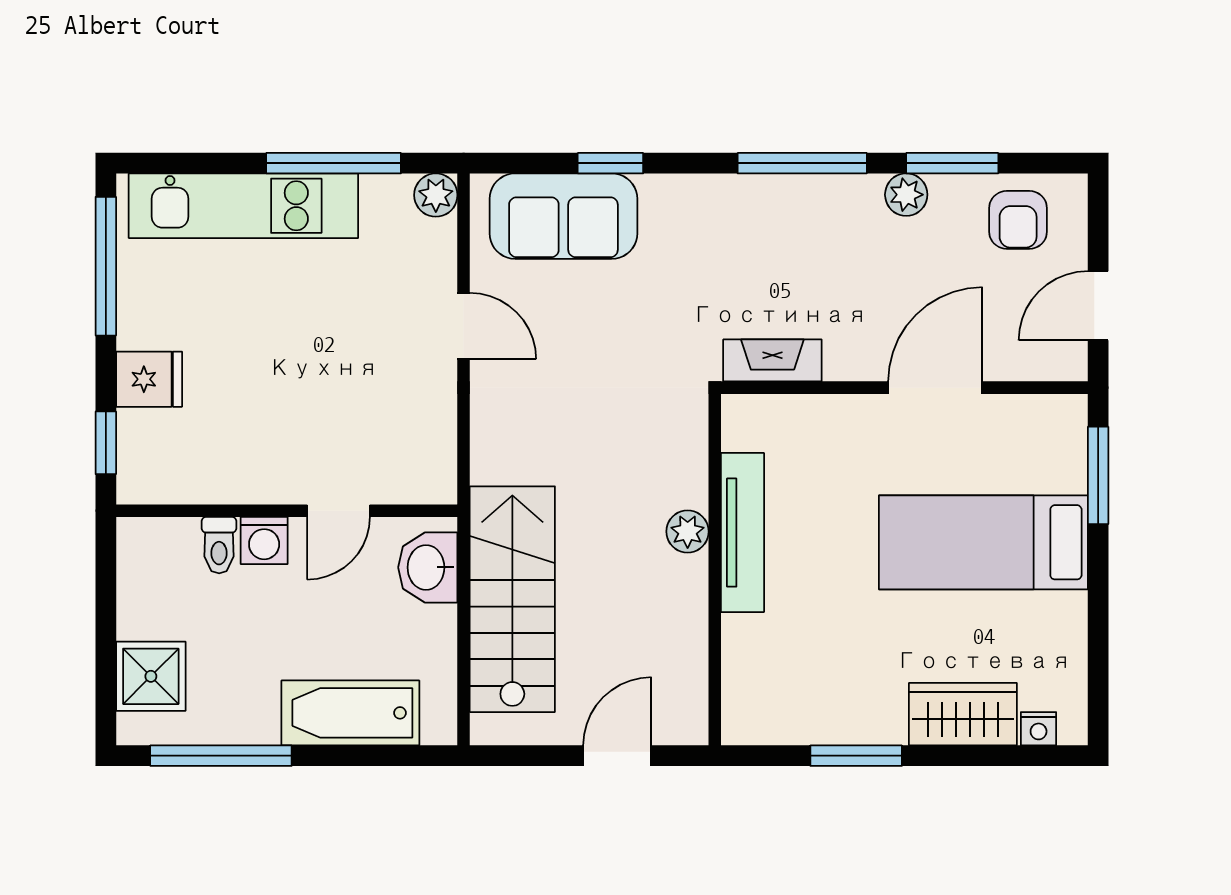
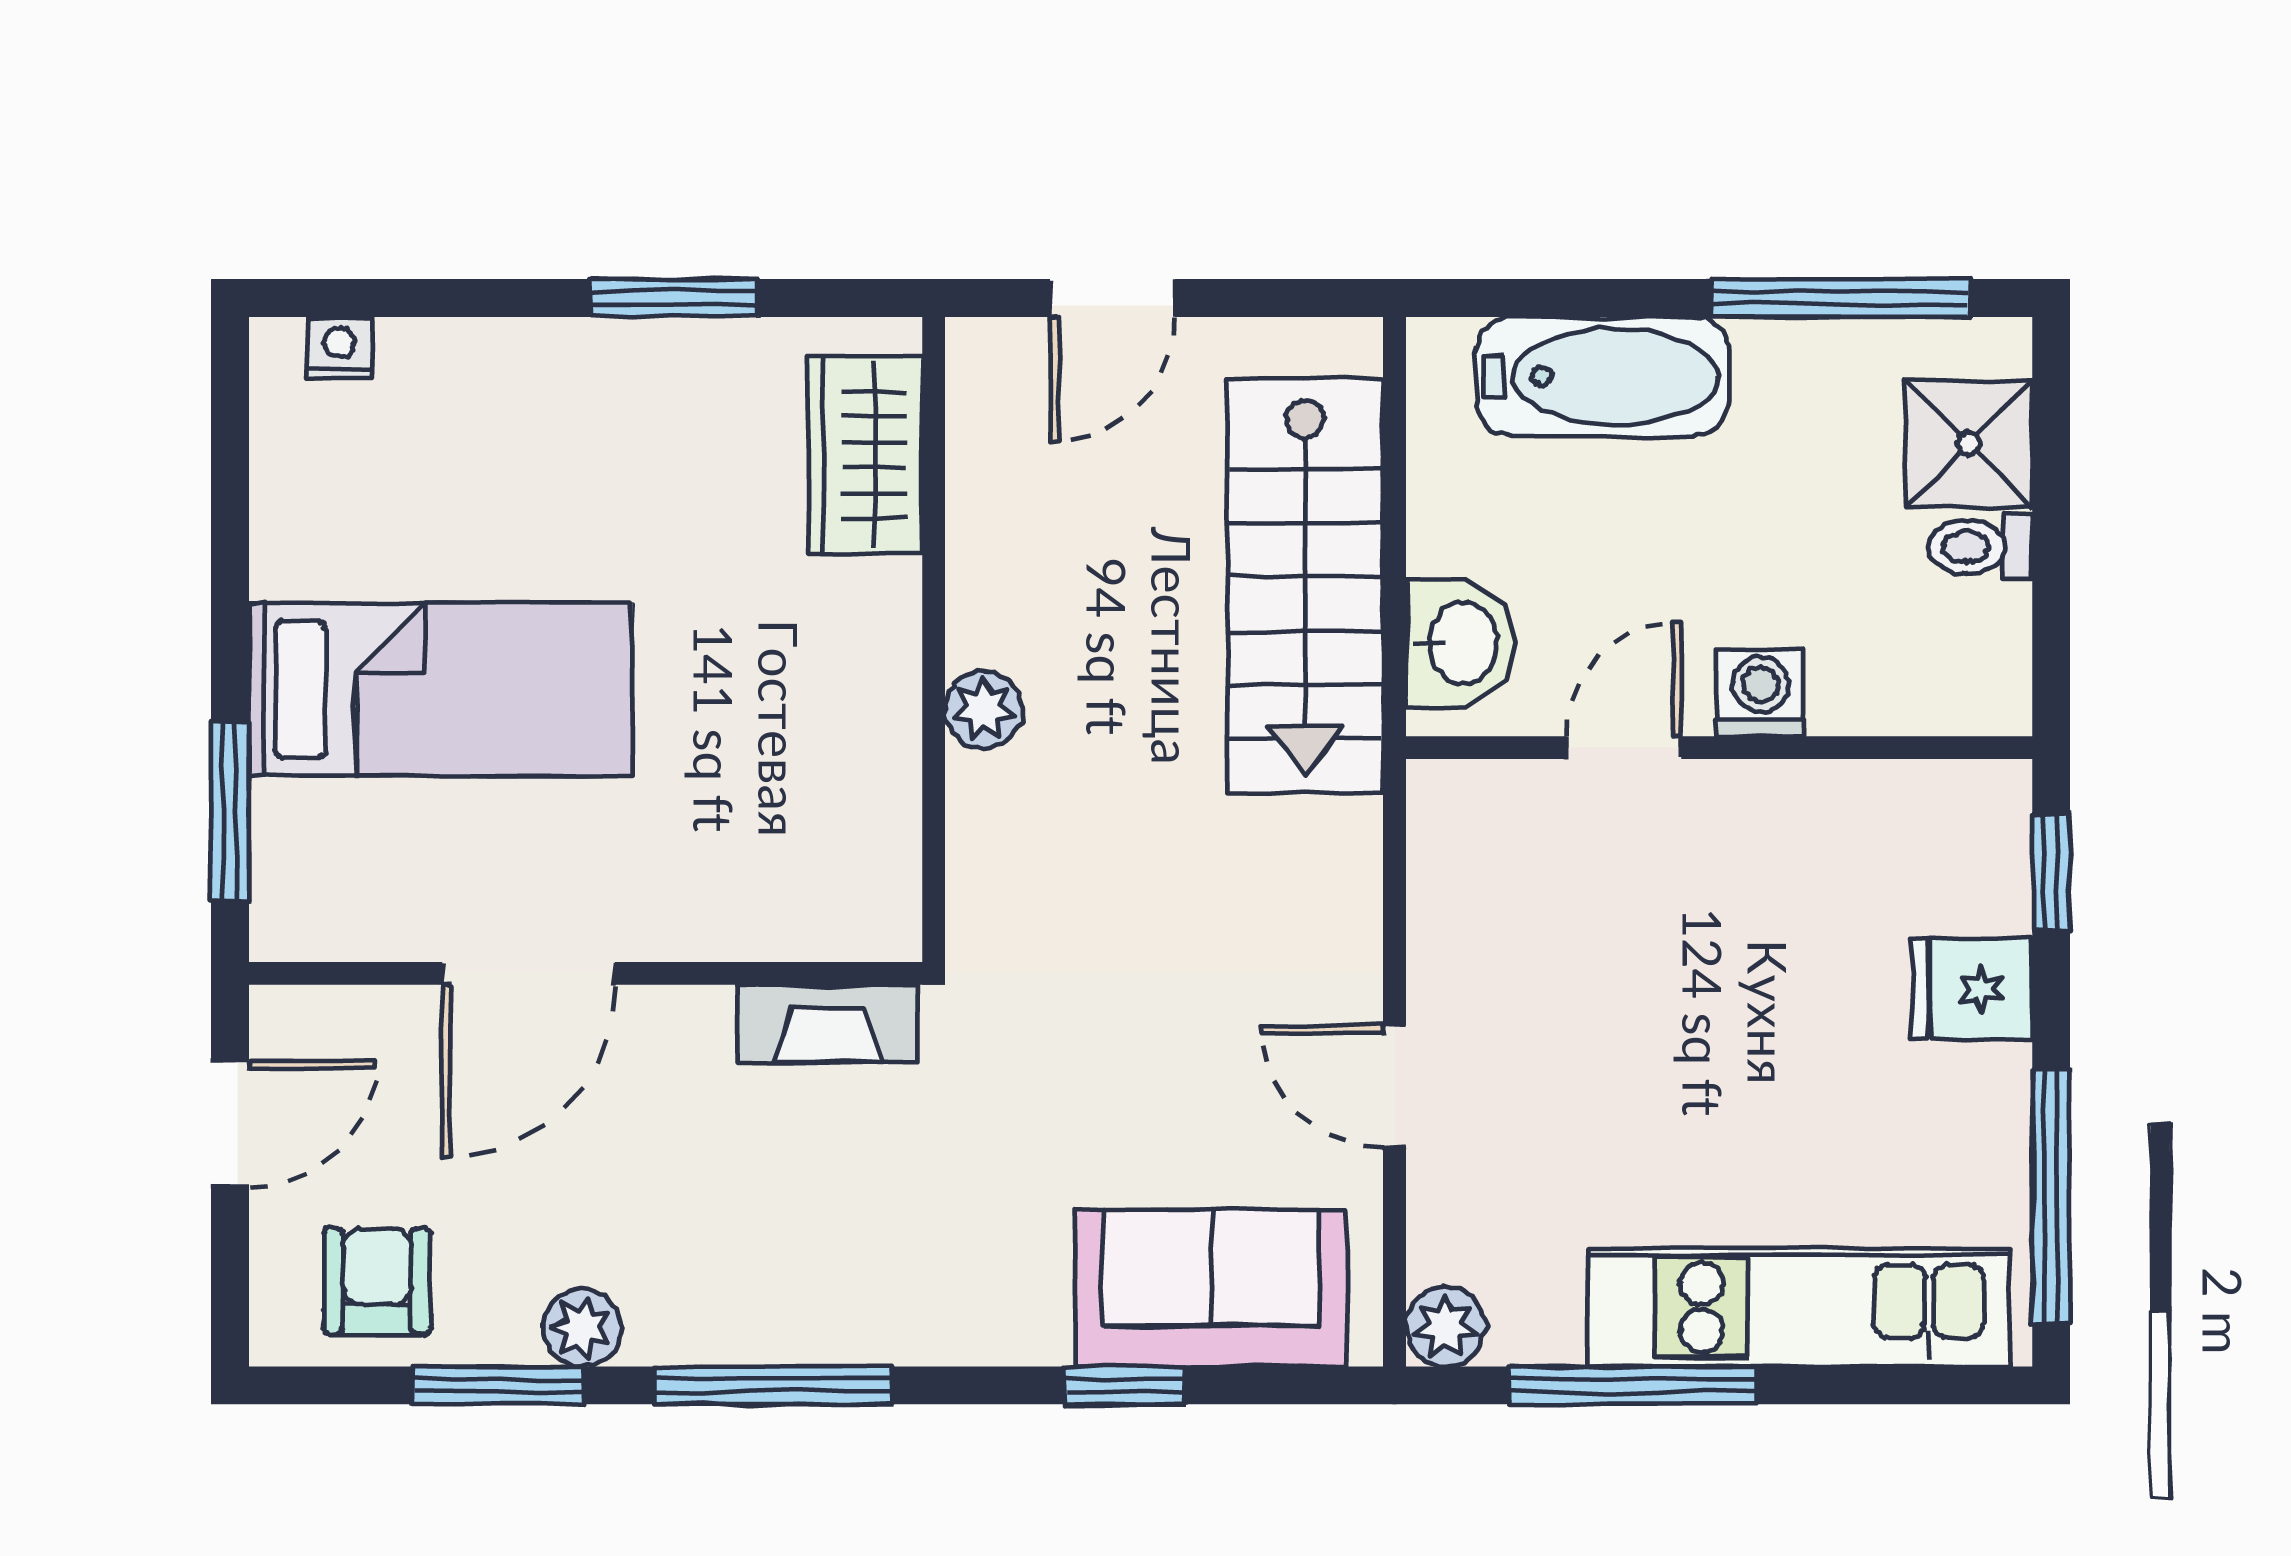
tv unit: (742, 533) -> (883, 707), removed
toilet: (219, 545) -> (1980, 547), moved, turned -90
wardrobe: (963, 714) -> (865, 455), moved, turned 90

